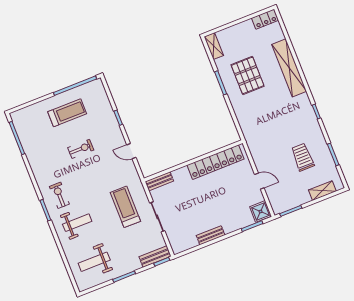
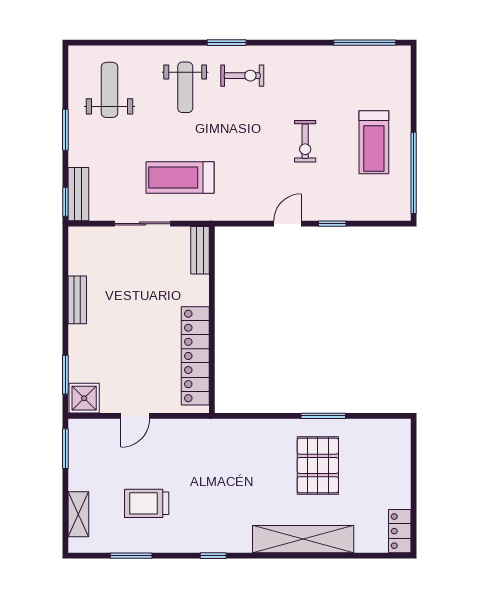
shelving: (214, 46) -> (389, 429), removed
pallet: (248, 75) -> (318, 465), turned 90
door: (131, 151) -> (288, 224), moved
trolley: (303, 157) -> (147, 503), turned 180
treadmill: (125, 207) -> (180, 177), turned 180

